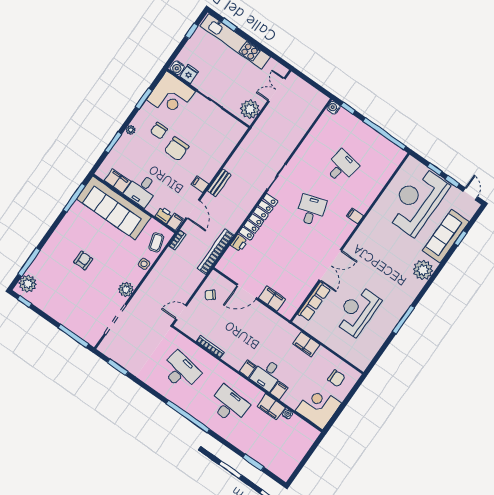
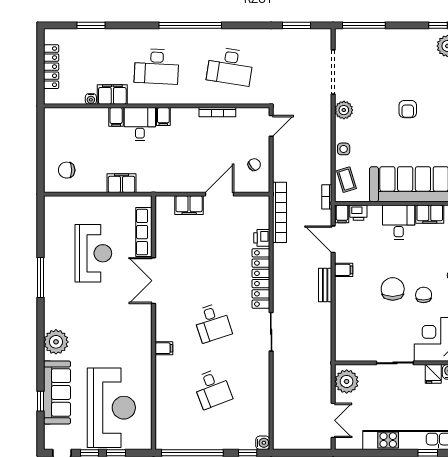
desk: (342, 167) -> (212, 389), turned -30
corner desk: (318, 407) -> (64, 128), removed
locker: (299, 454) -> (51, 67), added

